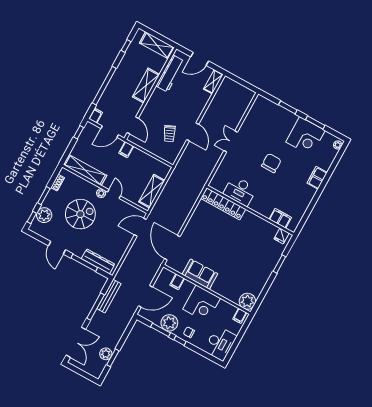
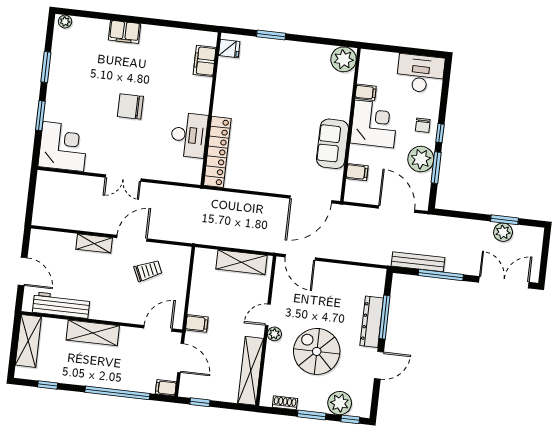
shelving: (213, 82) -> (94, 243), moved
corner desk: (305, 136) -> (63, 146), moved
dresser: (98, 261) -> (372, 322), moved
filing cabinet: (240, 316) -> (366, 92), moved

